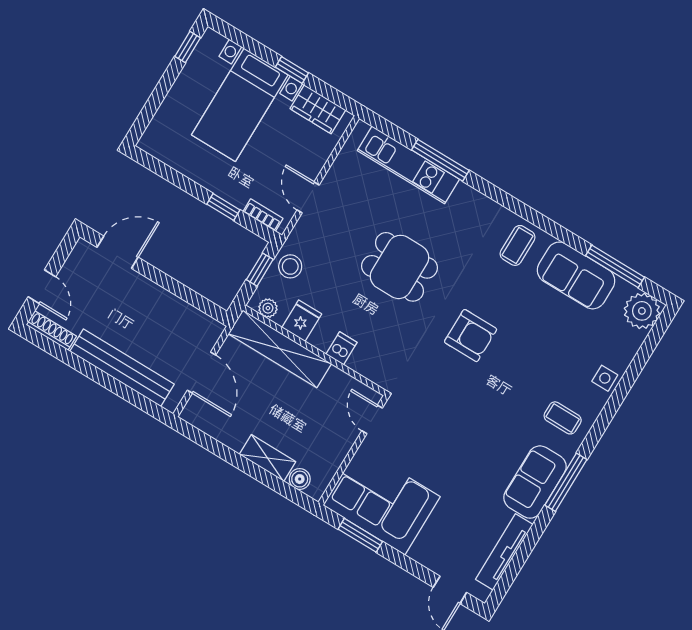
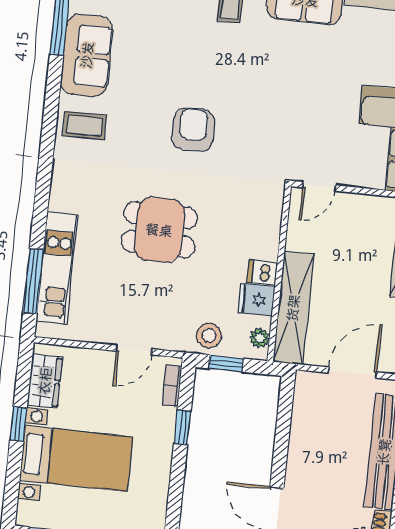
window: (440, 160) -> (33, 281), moved
dining table: (399, 267) -> (159, 230), turned 90
dishwasher: (341, 348) -> (262, 272), moved

